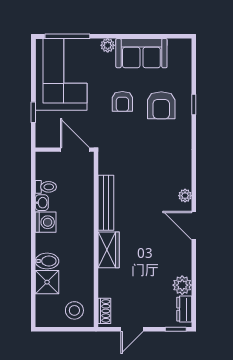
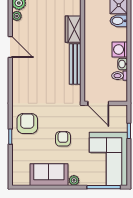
armchair: (161, 105) -> (27, 123), moved
plant: (185, 196) -> (17, 16), moved

